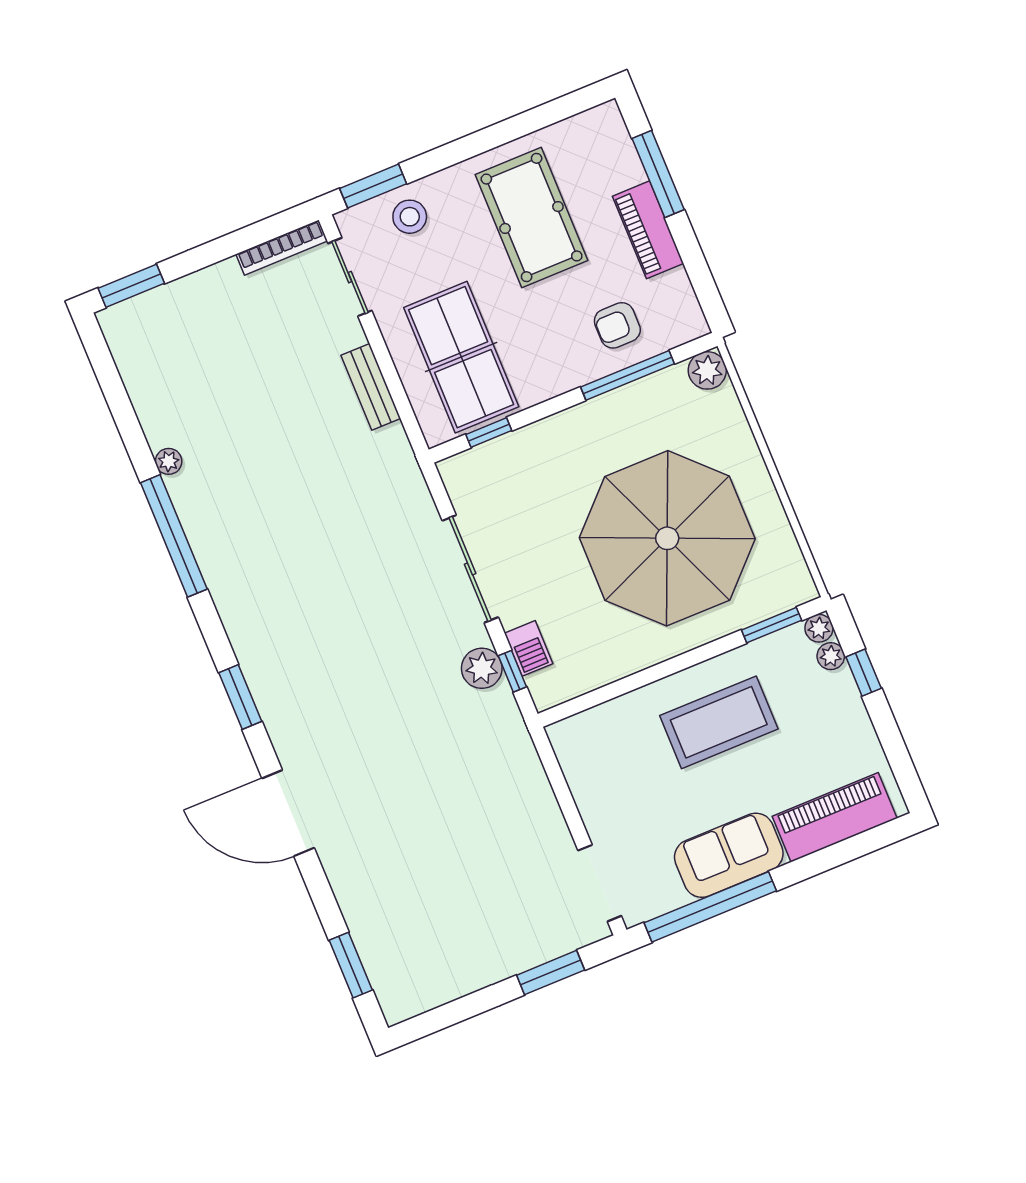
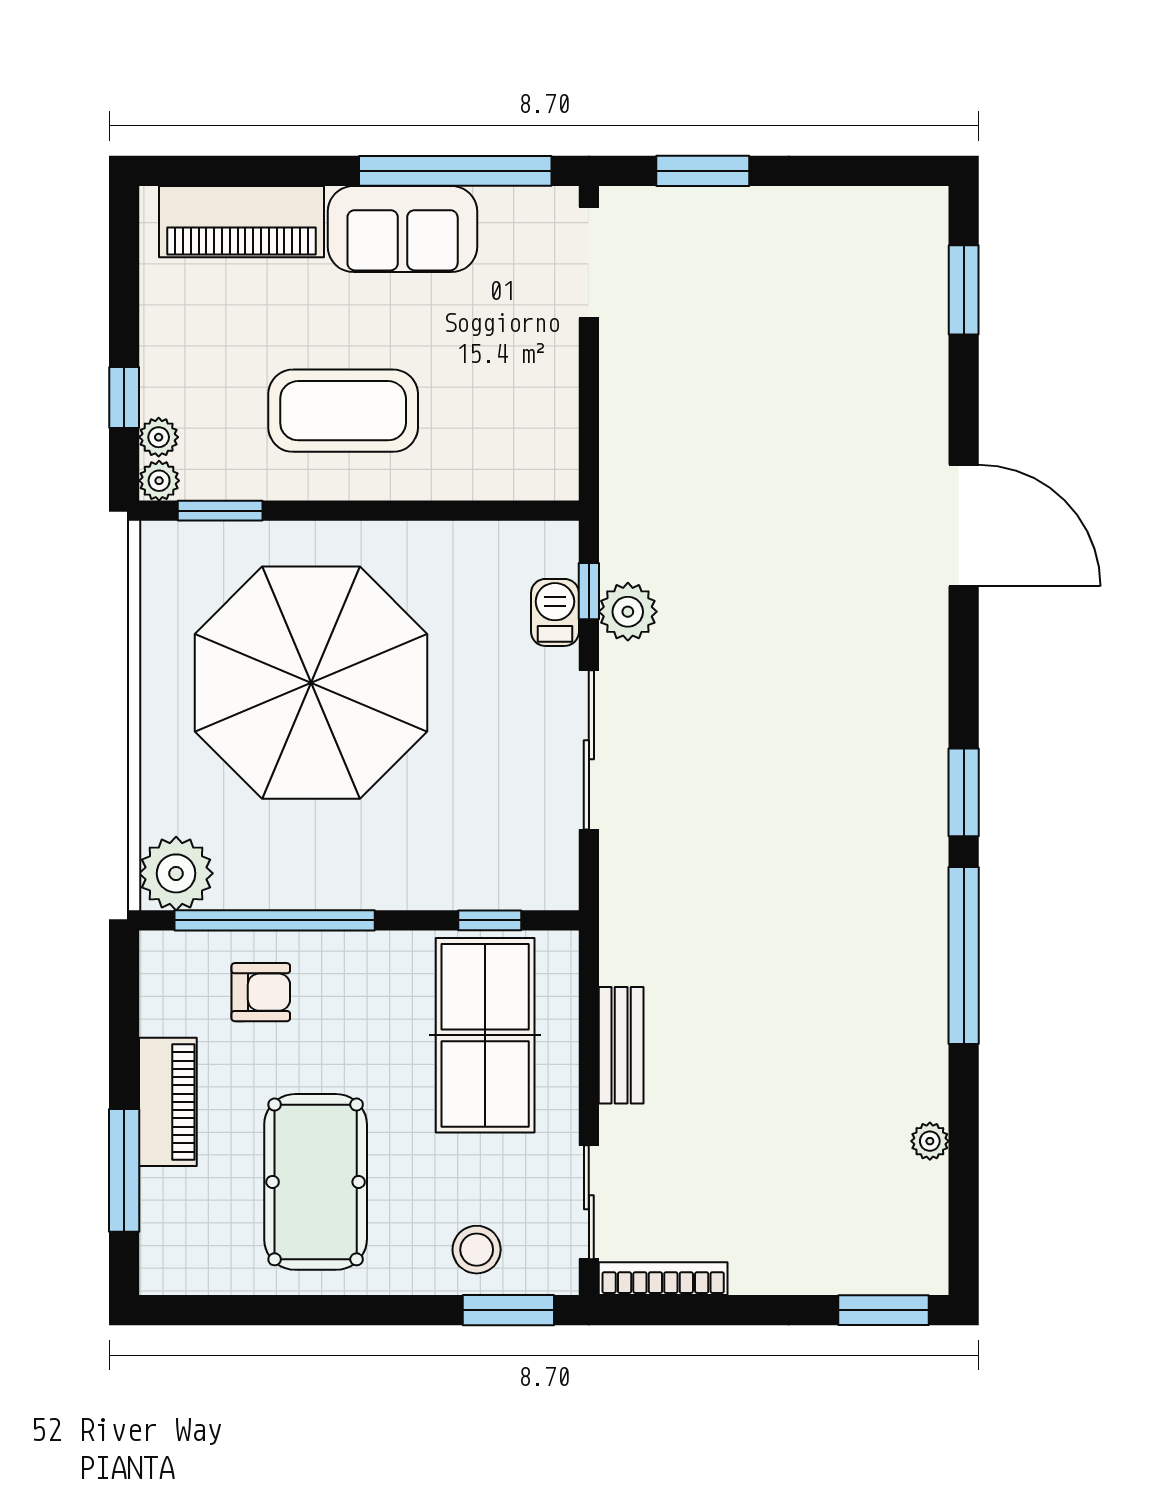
plant: (707, 370) -> (176, 873), width x1.36, depth x1.36
window: (627, 375) -> (275, 920), width x1.46
plant: (169, 461) -> (930, 1141), moved
window: (240, 697) -> (964, 792), moved

